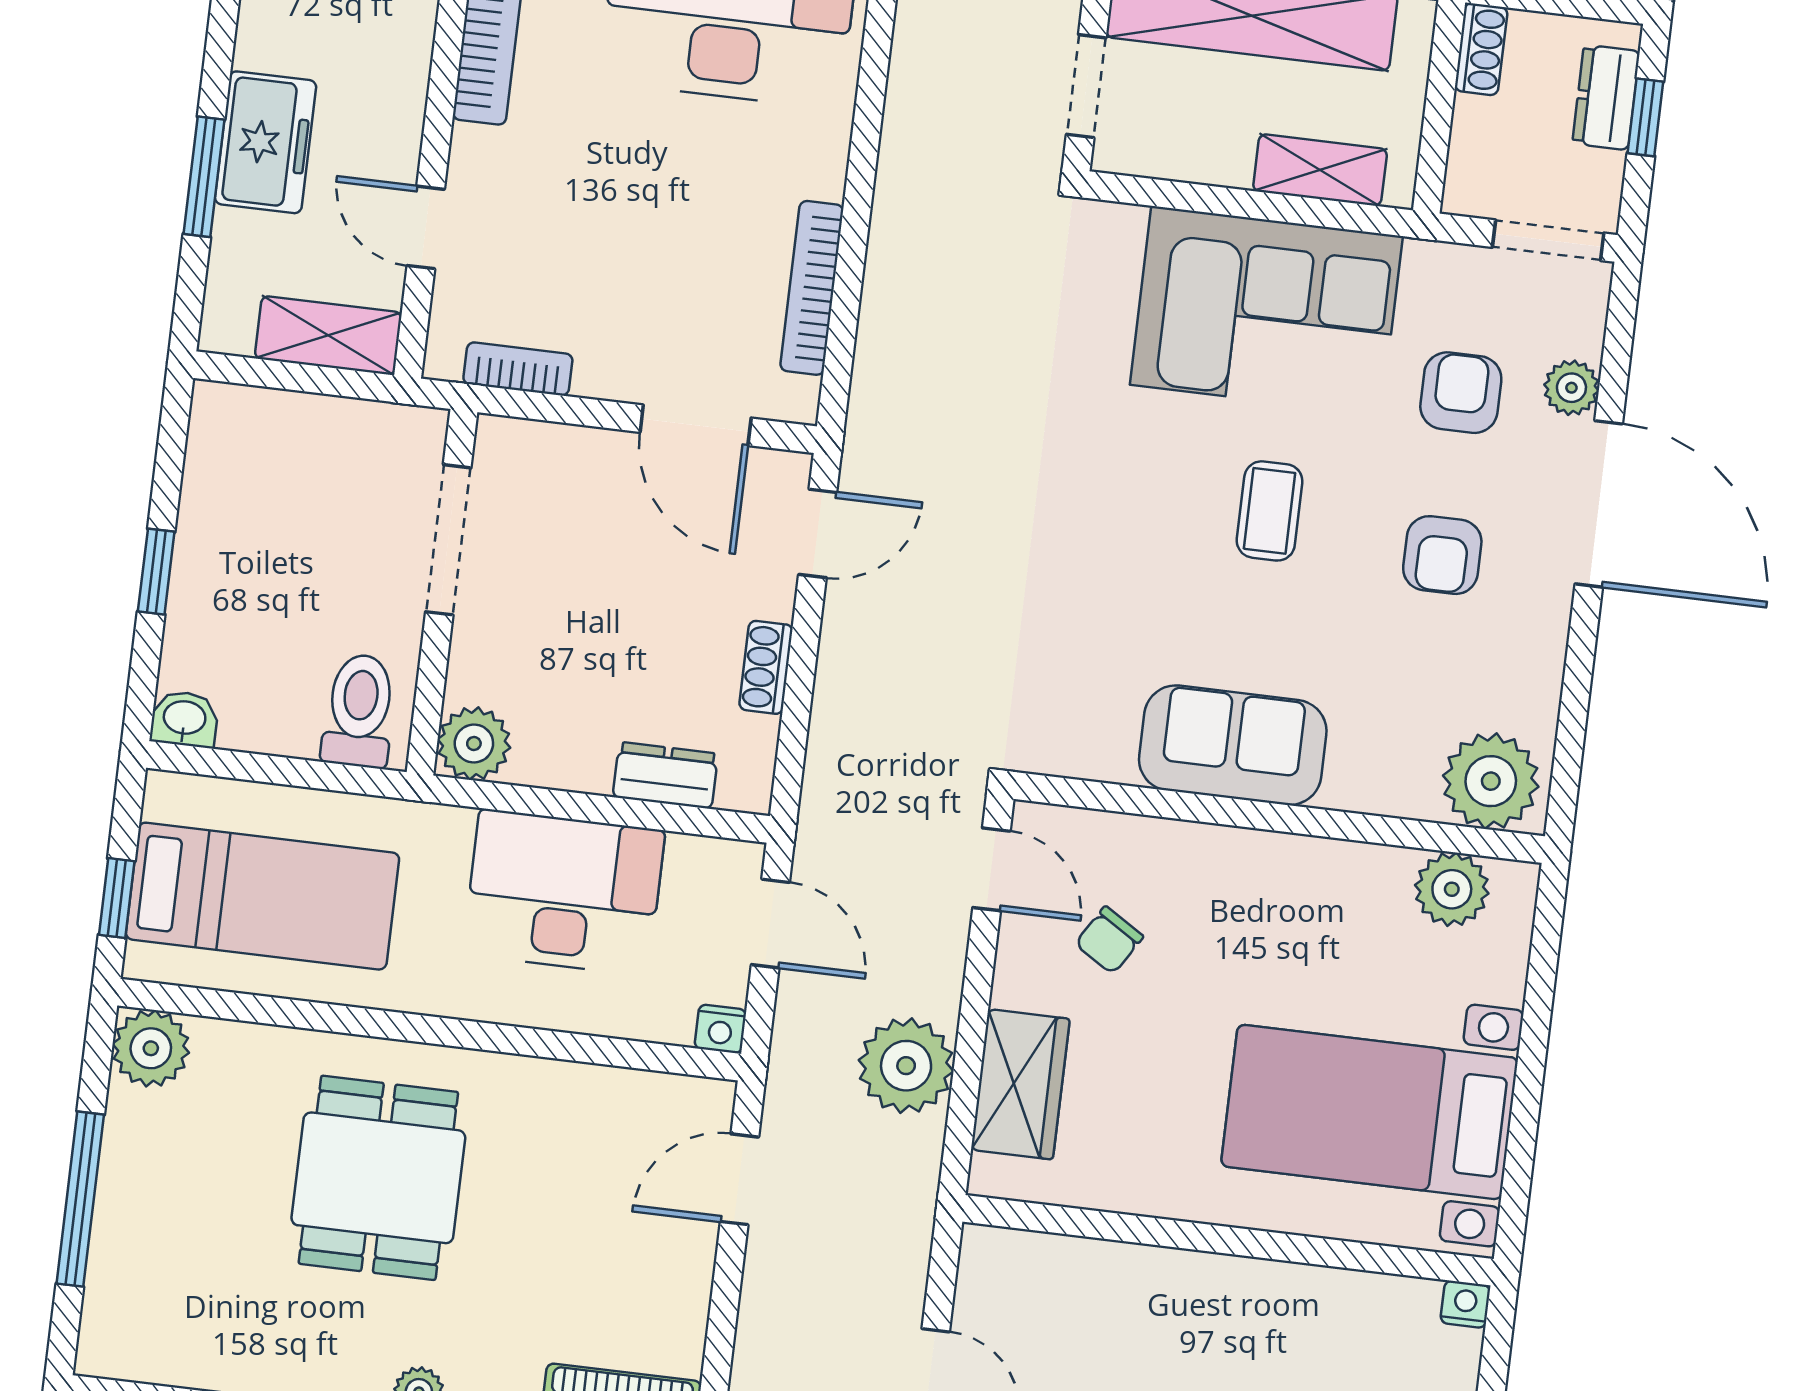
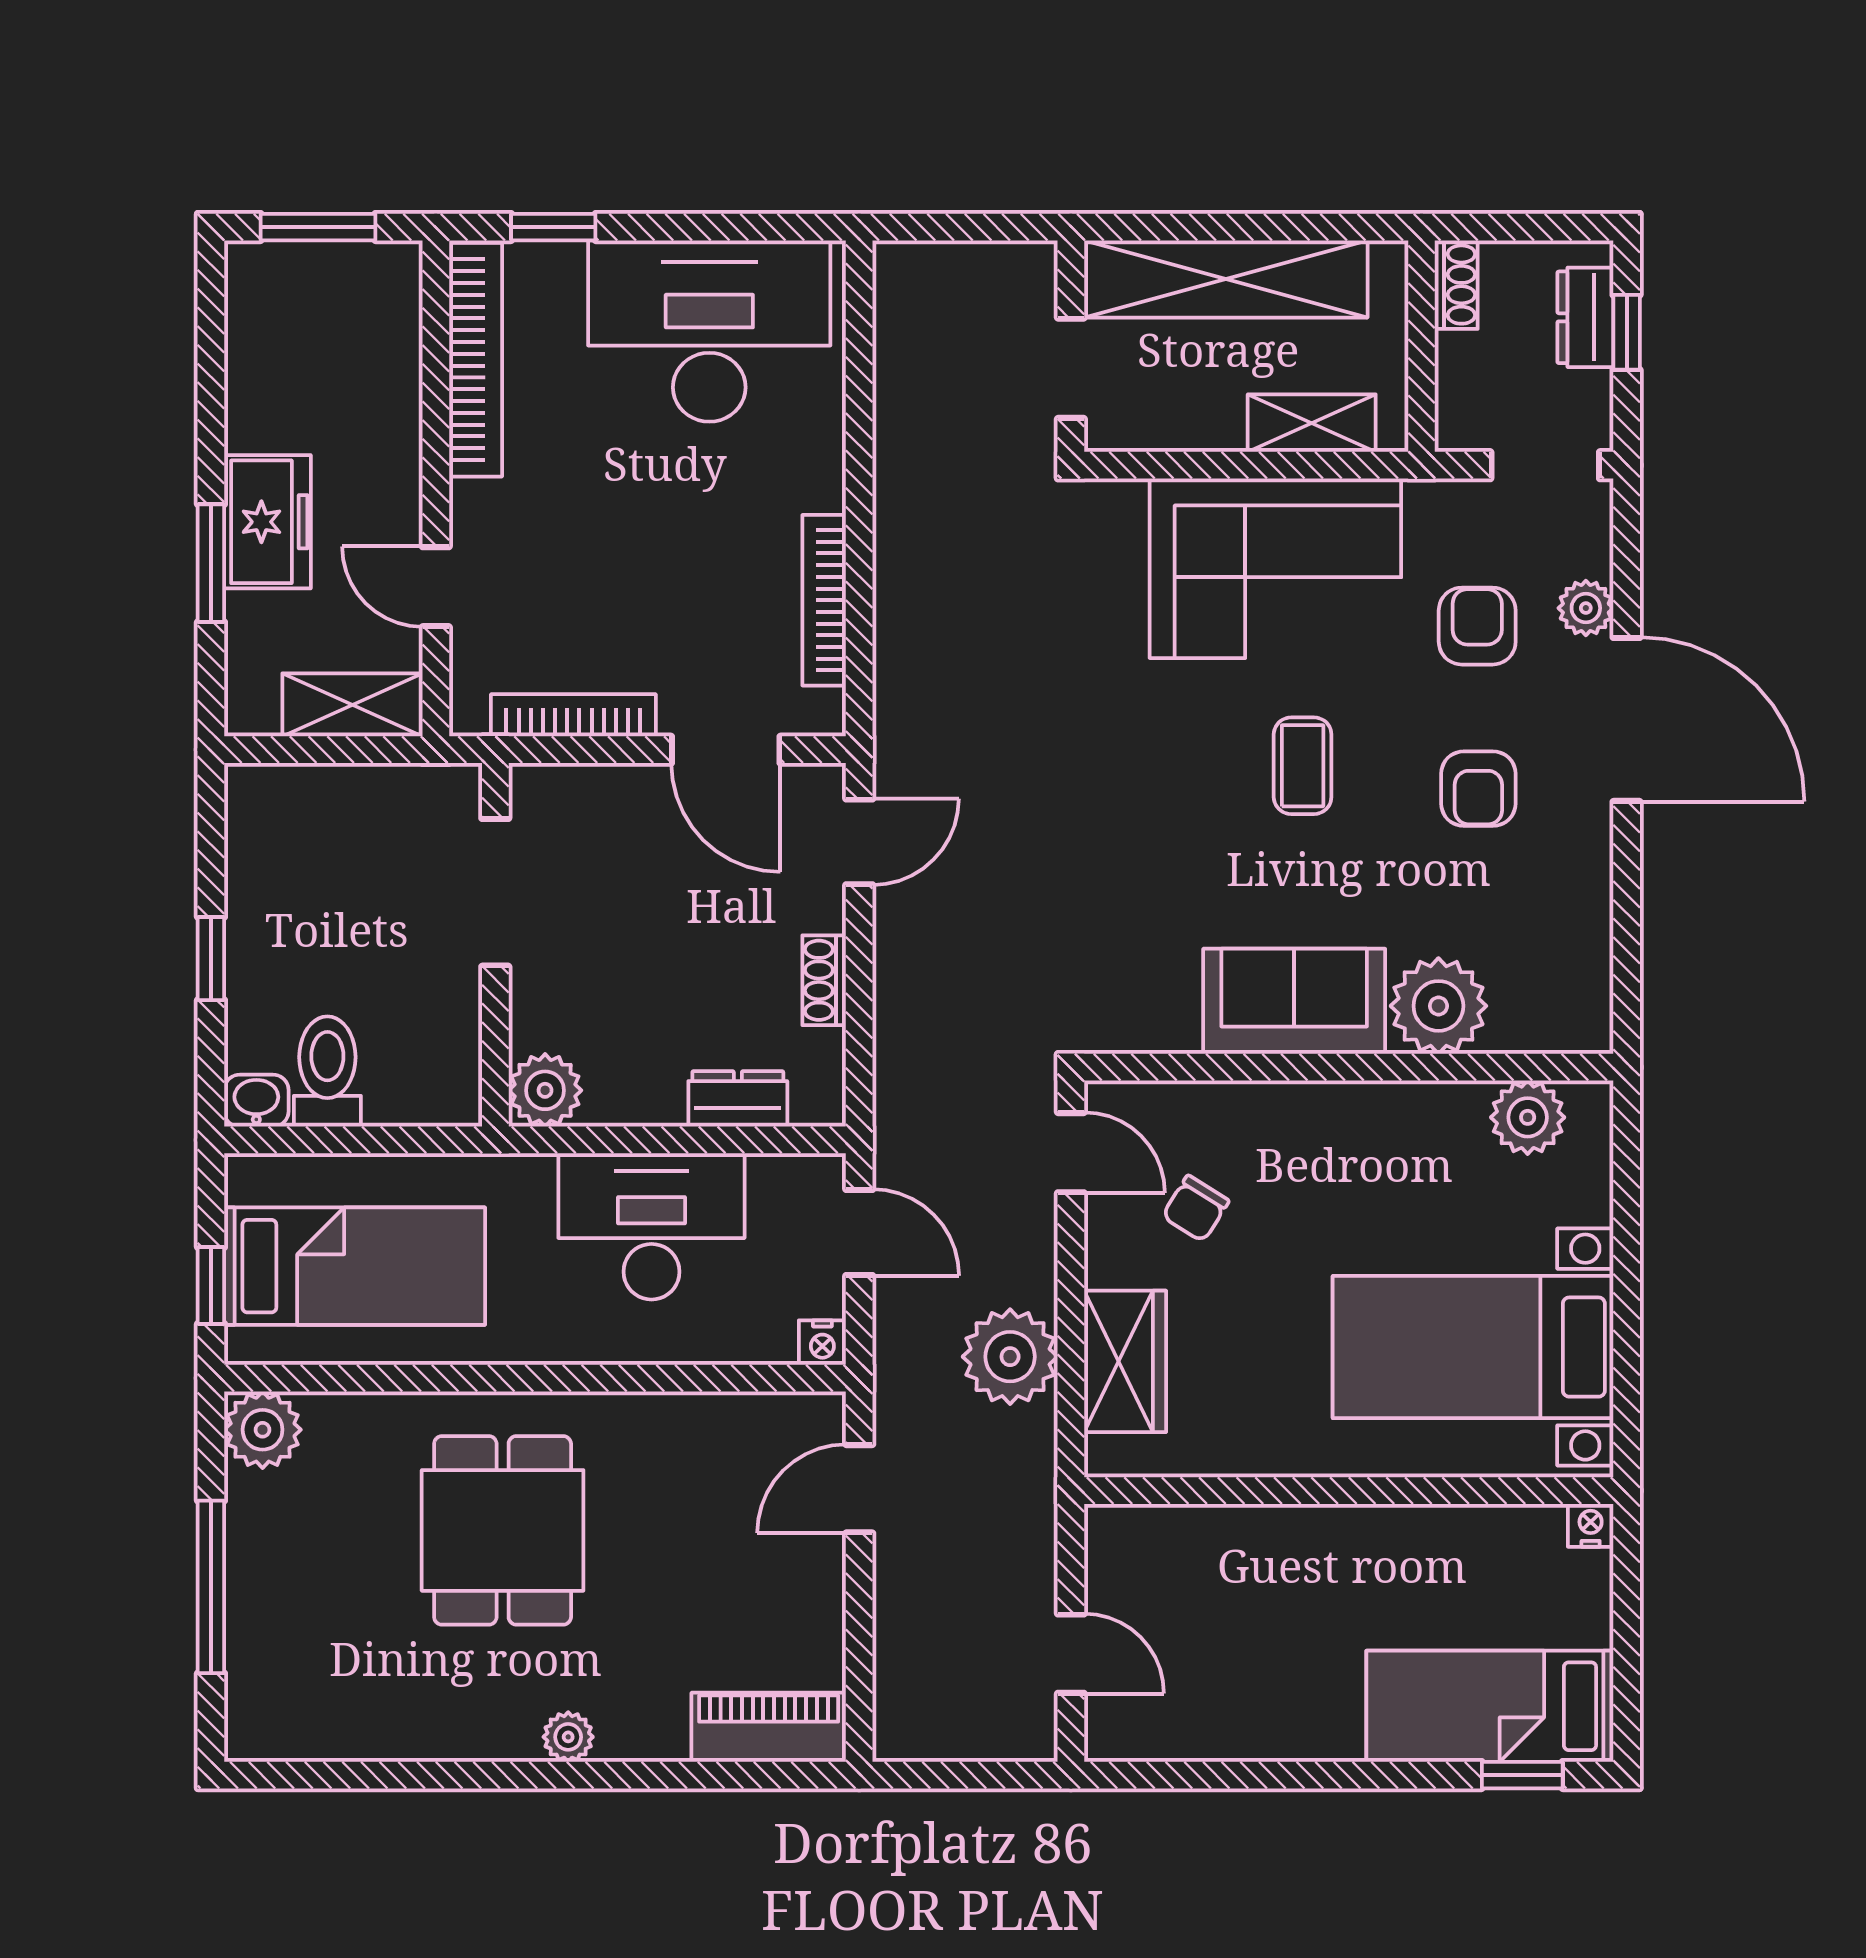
bookcase: (518, 369) -> (573, 715), width x1.56
toilet: (359, 711) -> (327, 1072), moved
plant: (1491, 781) -> (1438, 1006), moved

